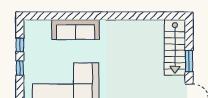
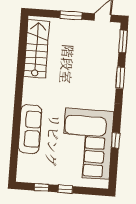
stairs: (175, 47) -> (37, 49), moved, turned -90

